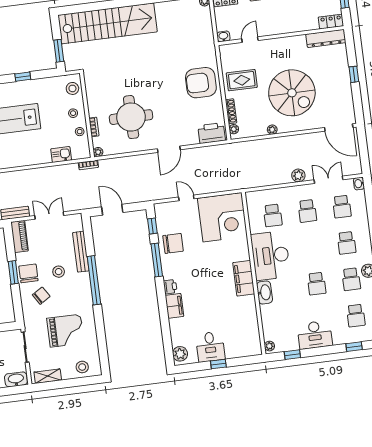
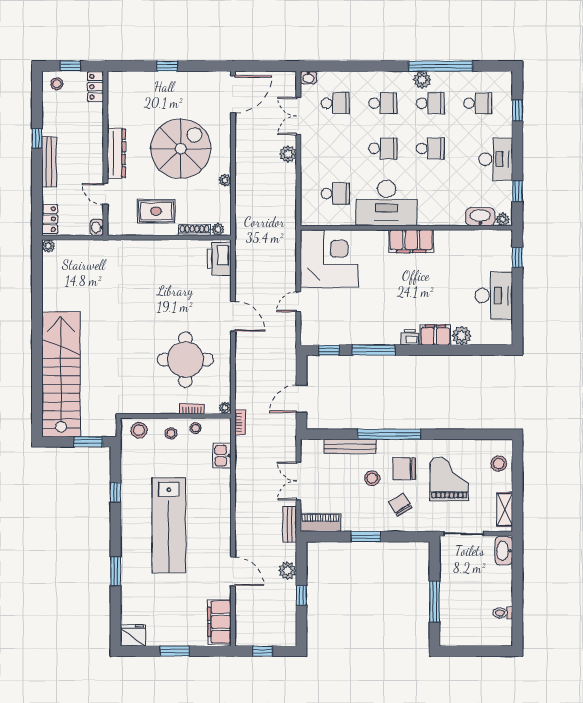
dresser: (326, 38) -> (116, 153), moved
rug: (242, 80) -> (156, 211), turned 90
armchair: (201, 83) -> (153, 264), removed
school desk: (307, 211) -> (383, 148), moved
chair: (173, 243) -> (355, 326), removed
chair: (28, 273) -> (404, 469), moved
washbasin: (265, 292) -> (480, 217), moved
desk: (210, 347) -> (494, 295), width x1.37
plant: (180, 354) -> (462, 336), moved
window: (218, 364) -> (517, 257), moved

